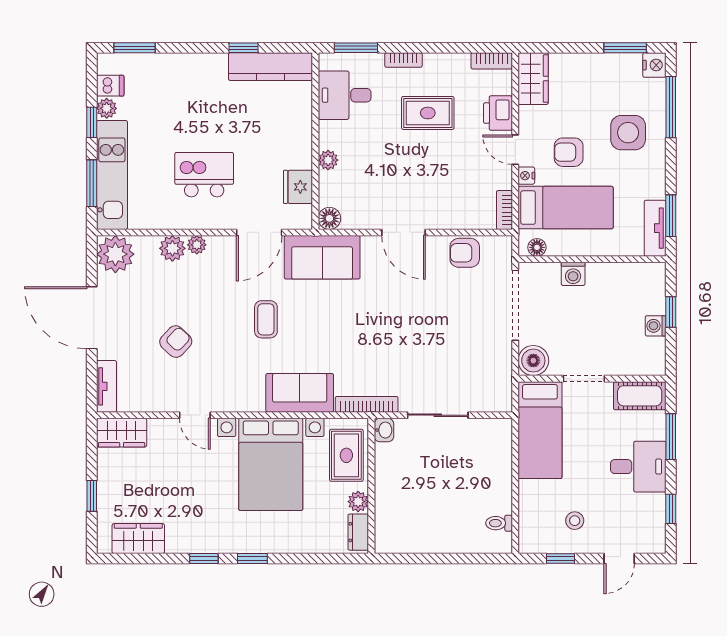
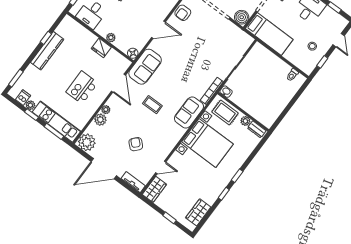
kitchen counter: (271, 67) -> (47, 51), moved
fridge: (298, 187) -> (101, 48), moved
door: (195, 415) -> (161, 167), moved

